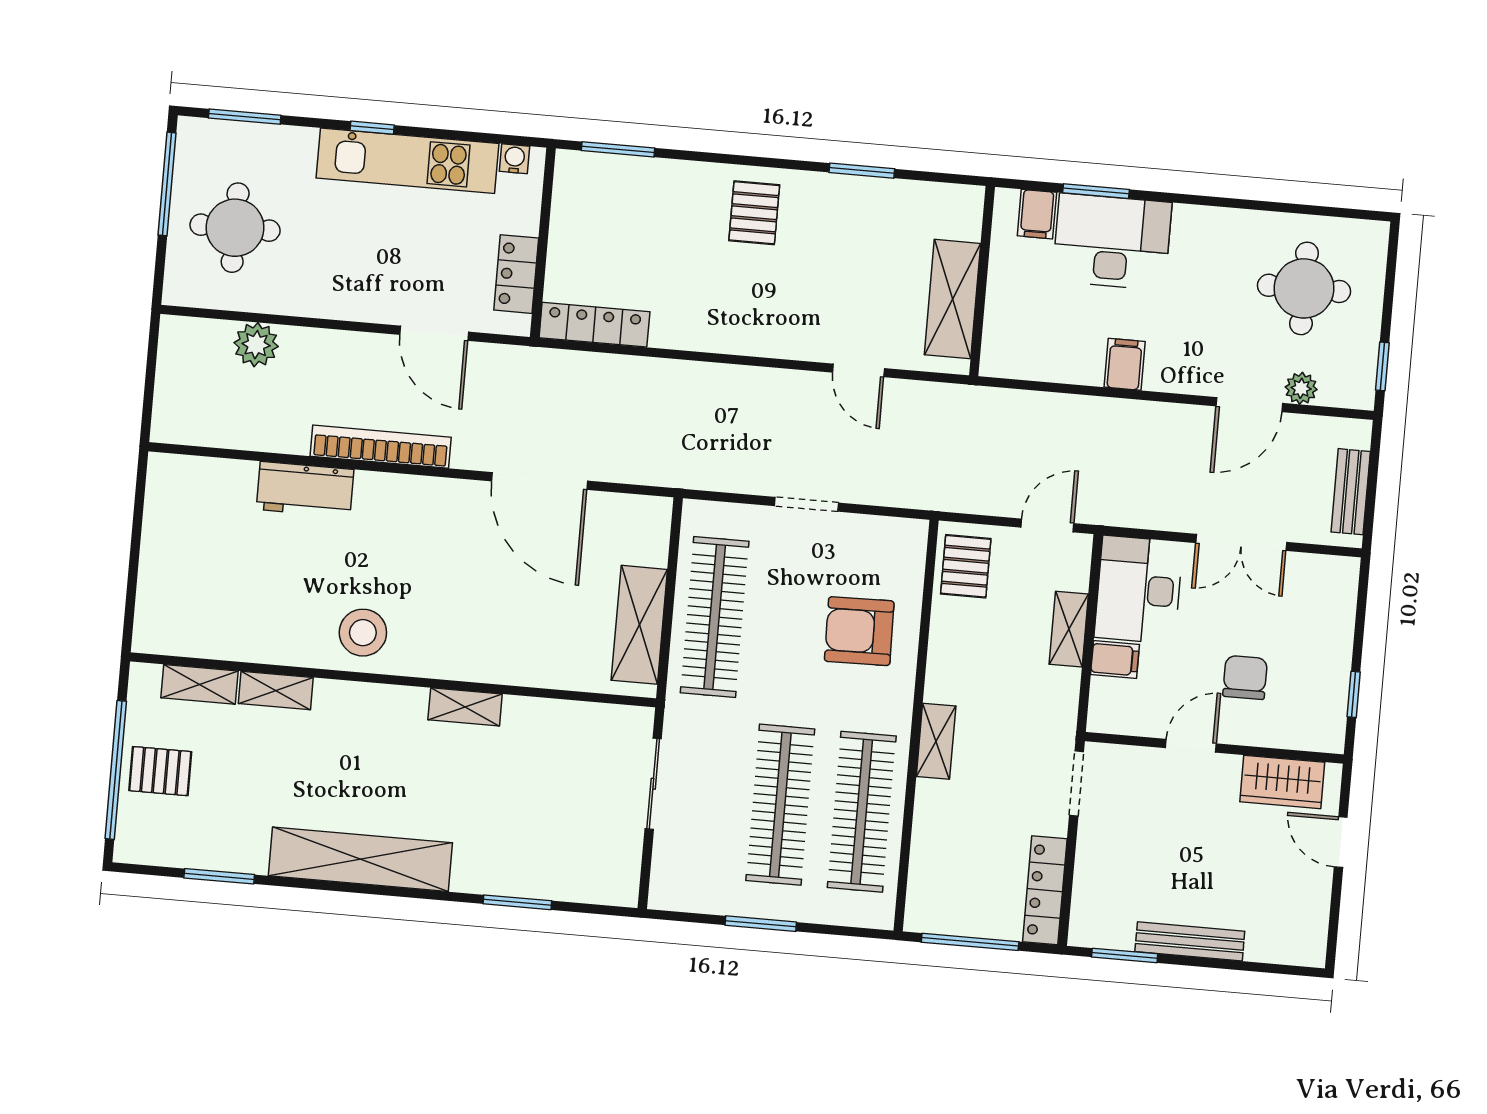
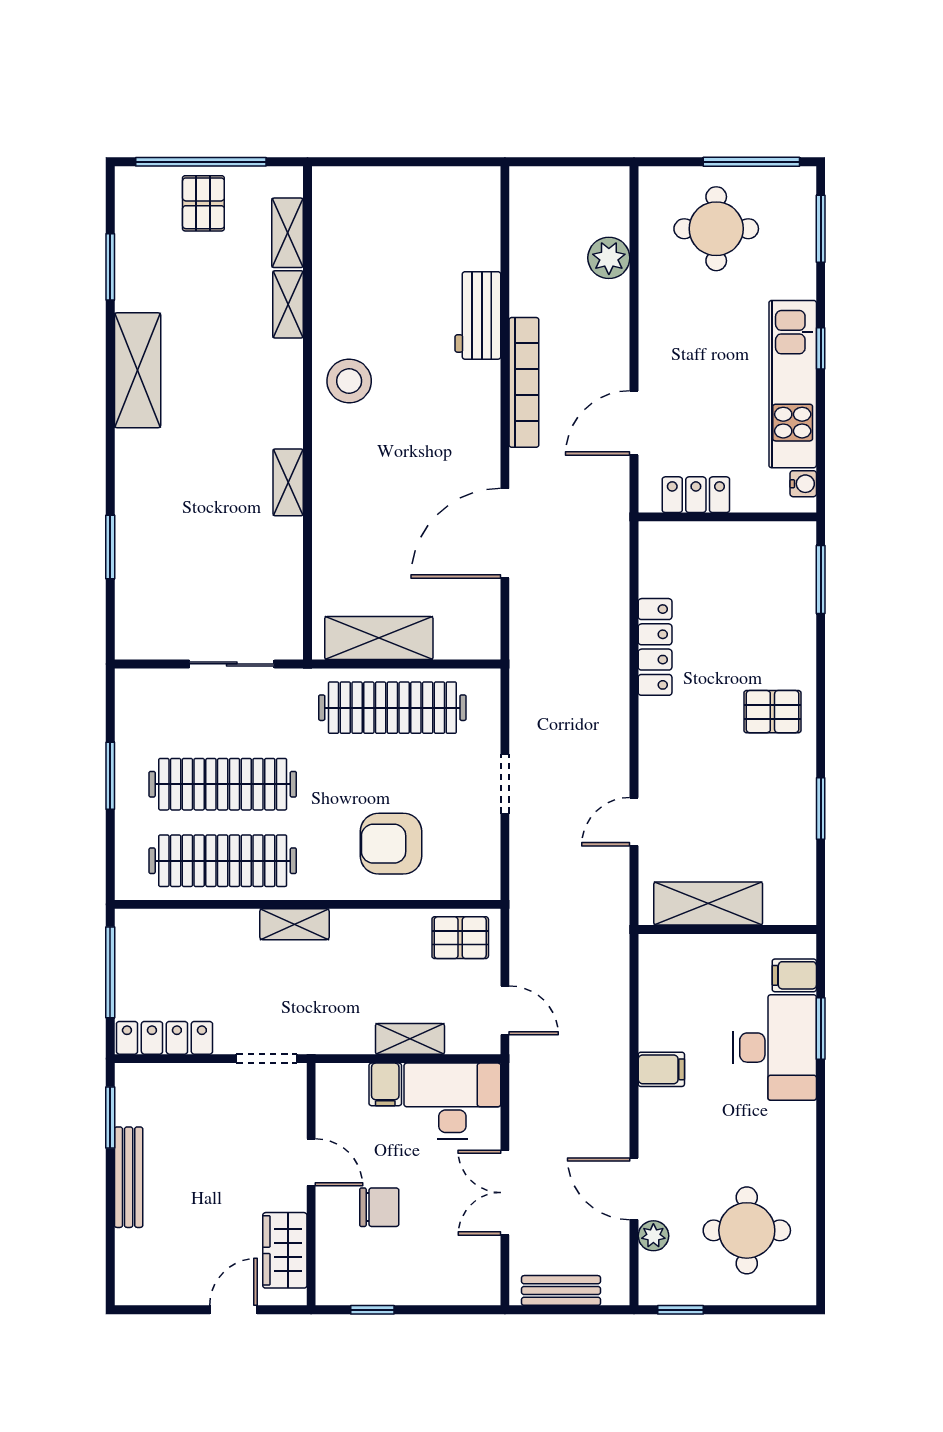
locker: (594, 325) -> (655, 647), moved
armchair: (859, 631) -> (391, 844), turned -89
shelving: (360, 859) -> (138, 370), width x0.68

